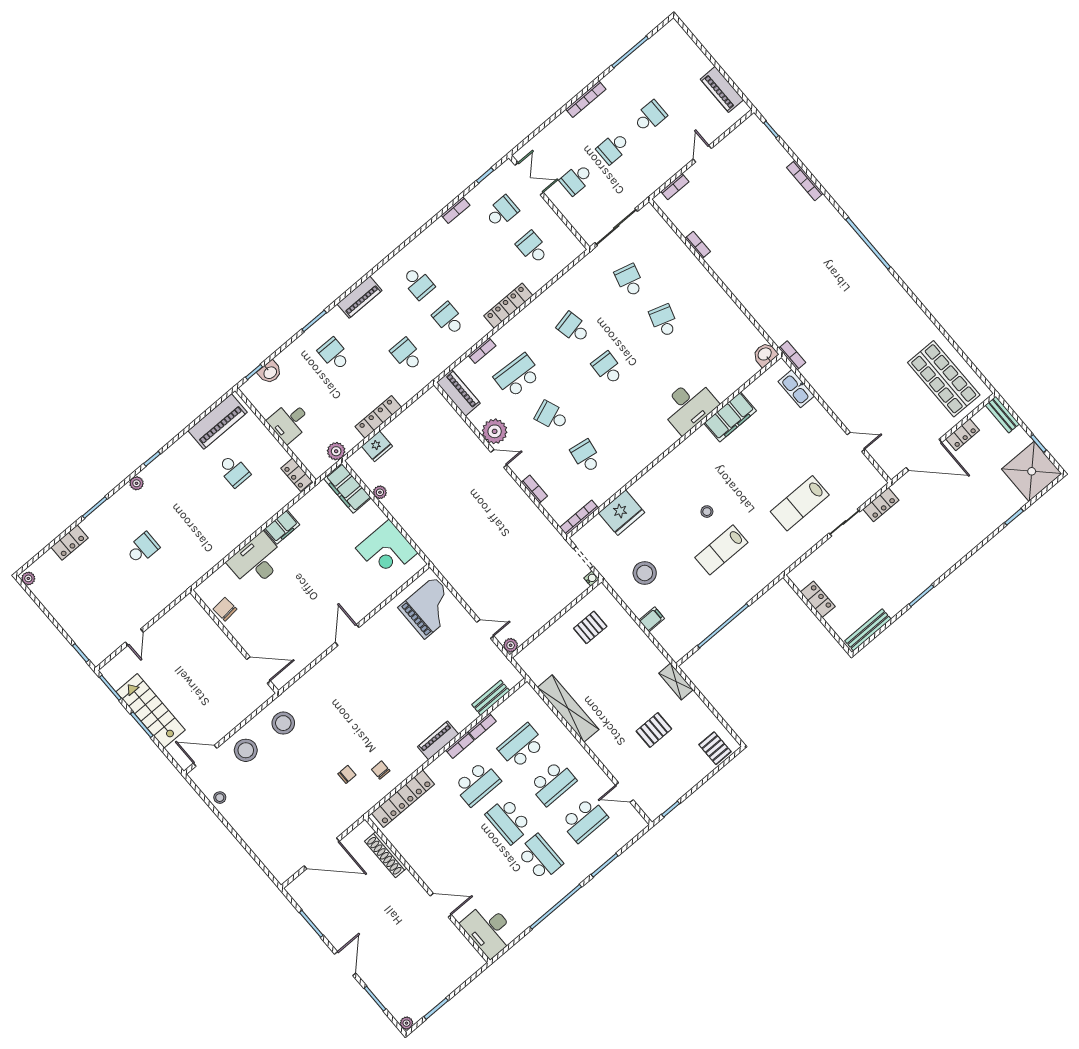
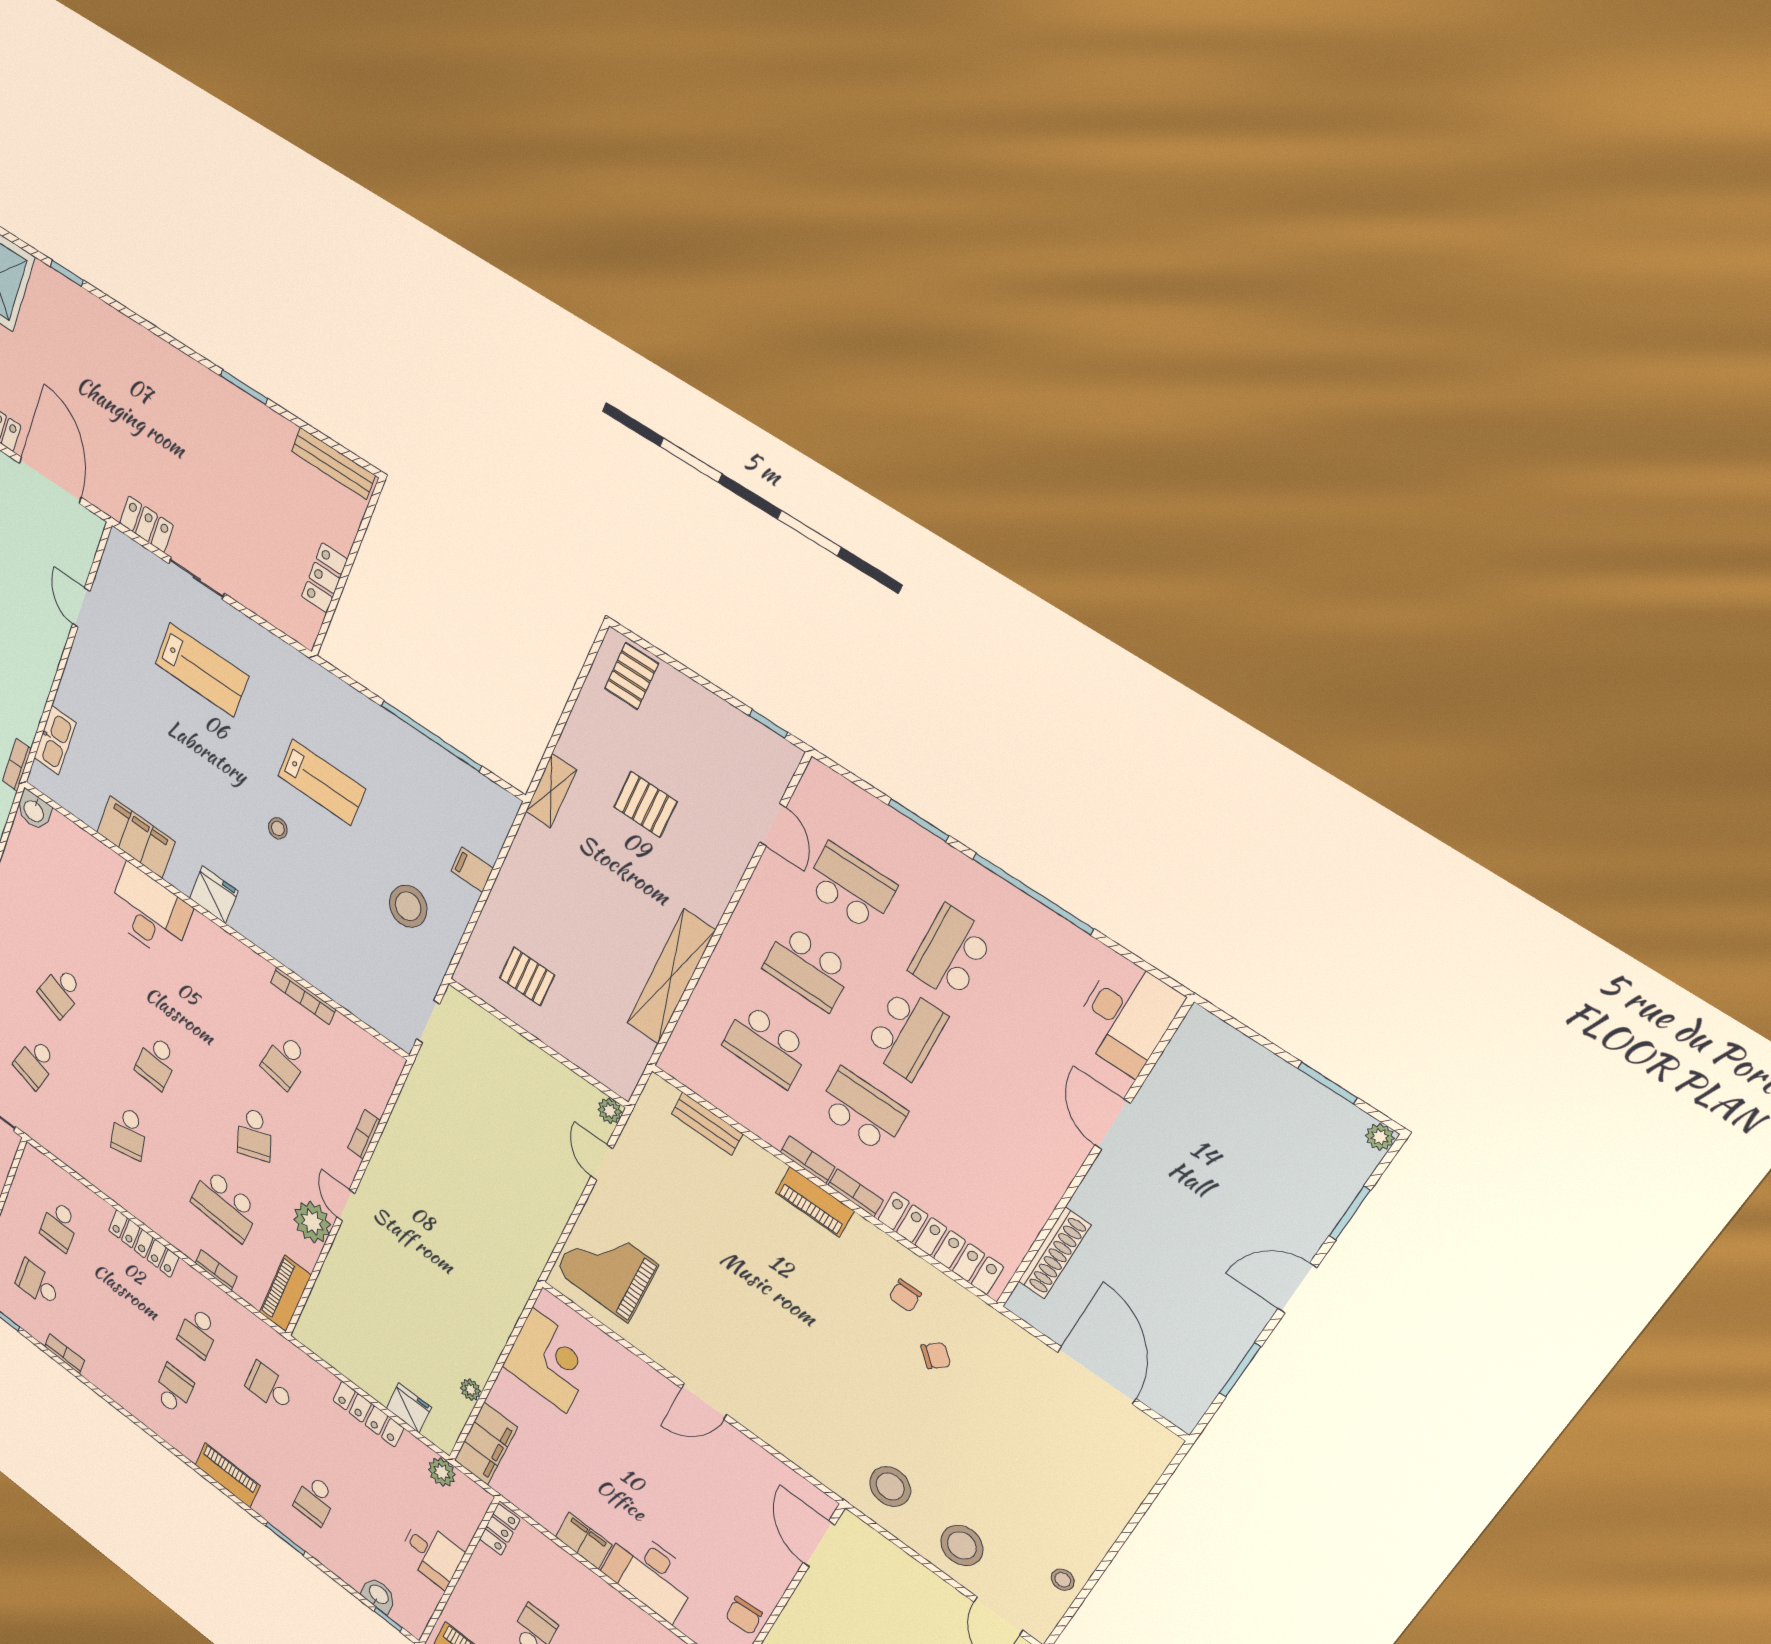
school desk: (407, 355) -> (269, 1387), turned 90
fridge: (622, 513) -> (214, 895), moved, width x0.73, depth x0.75
bookcase: (579, 518) -> (303, 996), moved
water cooler: (591, 578) -> (453, 997), removed
bookcase: (482, 726) -> (856, 1193), moved
chair: (347, 774) -> (936, 1356), turned 135
school desk: (553, 783) -> (808, 968), turned 180

